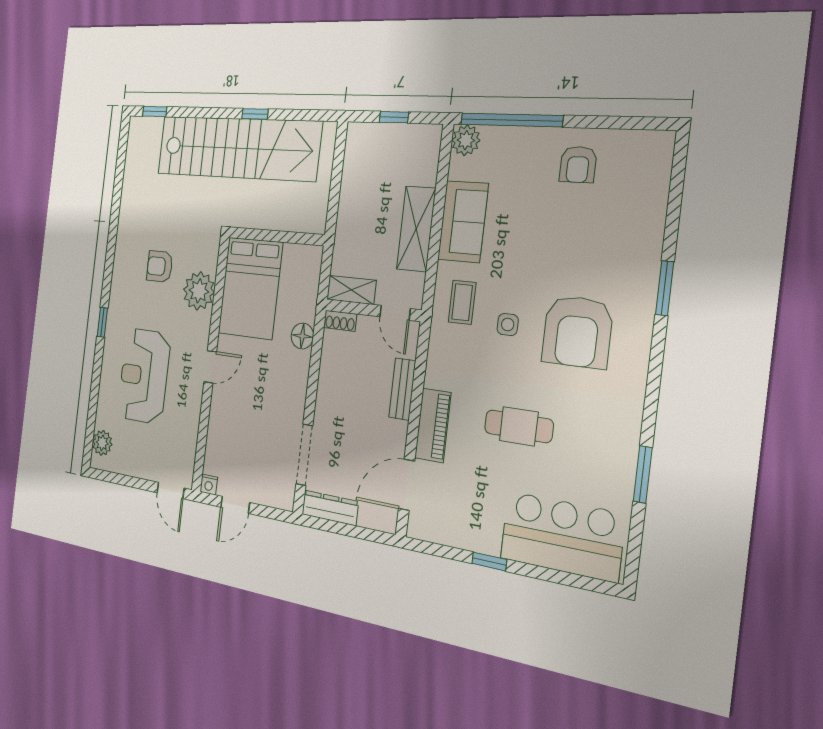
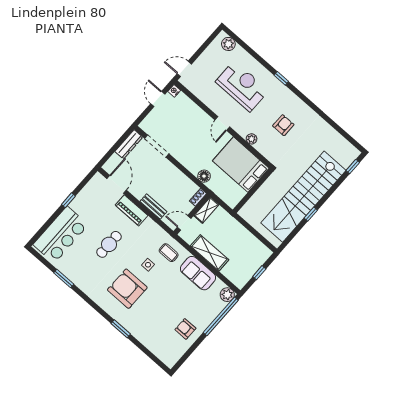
plant: (199, 291) -> (252, 139), width x0.53, depth x0.53

